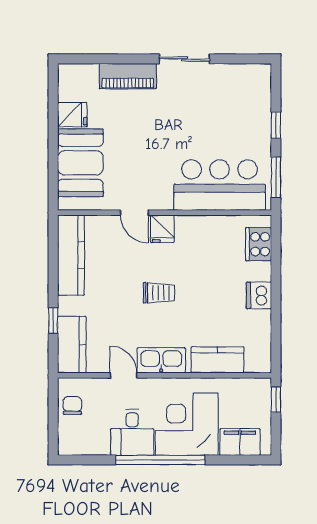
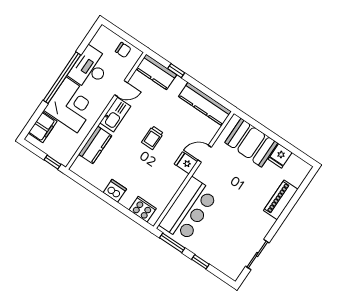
sliding door: (184, 59) -> (257, 255), moved
desk: (132, 432) -> (90, 68), width x1.37

